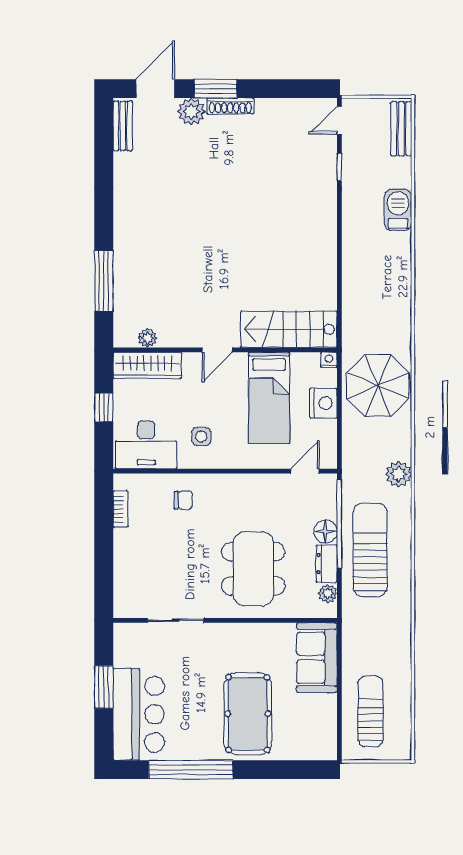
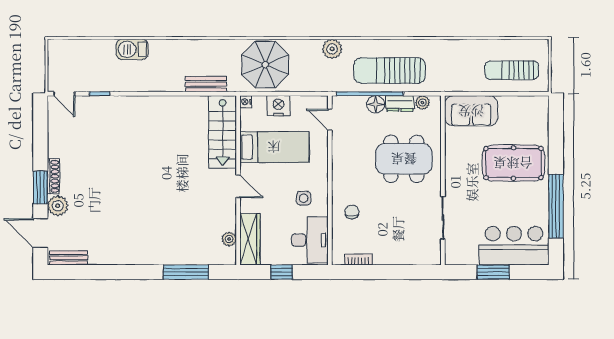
bench: (401, 129) -> (206, 84), moved

